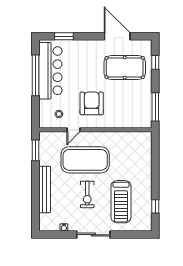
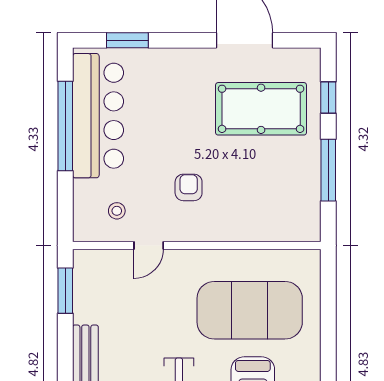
armchair: (92, 103) -> (189, 187), width x0.53, depth x0.53
window: (155, 107) -> (328, 170), moved
exercise mat: (85, 160) -> (250, 310), moved

